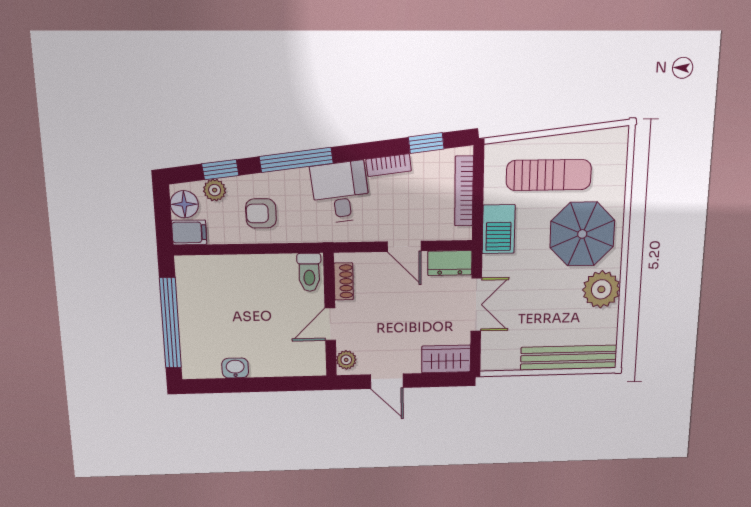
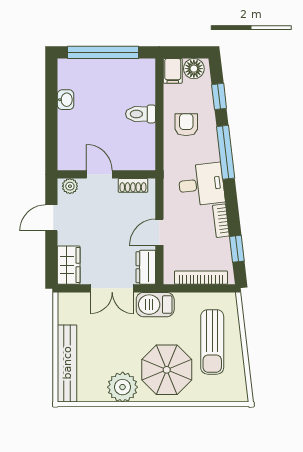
plant: (215, 190) -> (204, 91), removed
barbecue: (499, 229) -> (155, 305), moved
toilet: (309, 272) -> (141, 114), moved

